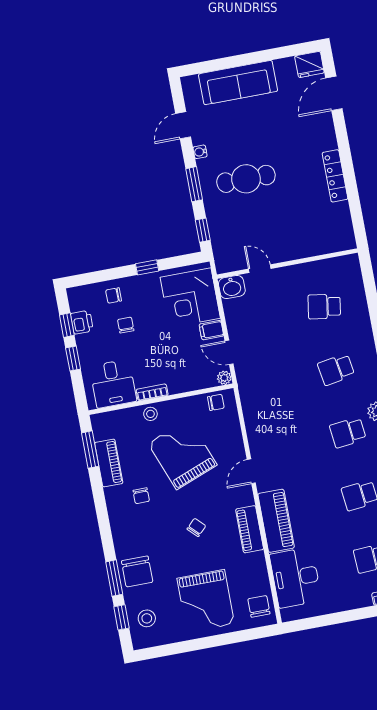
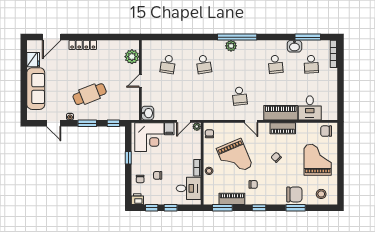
fridge: (309, 64) -> (33, 60), moved
door: (334, 93) -> (52, 37), hinge flipped
locker: (335, 176) -> (83, 45), moved
cafe table: (246, 179) -> (90, 94), turned 68
plant: (326, 241) -> (132, 57), added
door: (260, 269) -> (140, 81), moved
printer: (82, 322) -> (137, 199), moved
school desk: (348, 432) -> (240, 96), moved
grand piano: (183, 454) -> (234, 157), turned -92
desk: (296, 577) -> (310, 108), width x0.73
grand piano: (206, 601) -> (318, 160), turned -90
window: (122, 617) -> (259, 208), moved

